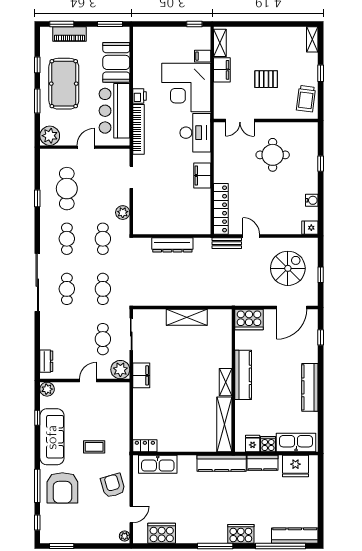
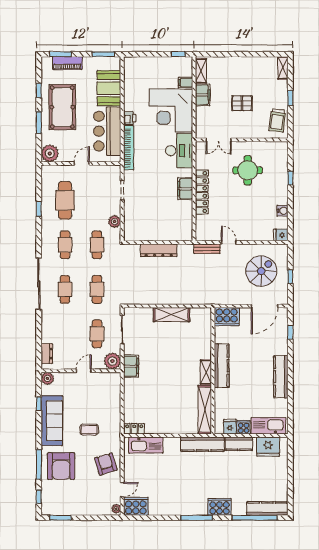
locker: (221, 209) -> (202, 192), moved
cooker: (162, 533) -> (136, 506), moved

